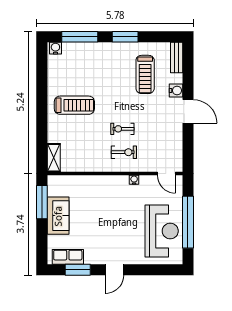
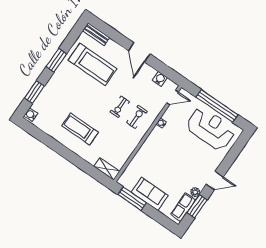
window: (80, 37) -> (34, 92), width x0.69
treadmill: (145, 74) -> (93, 64), width x1.37, depth x1.38
water cooler: (176, 90) -> (160, 79), moved
treadmill: (74, 105) -> (80, 129), turned -90
door: (188, 111) -> (139, 52), swing flipped
plant: (90, 259) -> (195, 192), added
door: (114, 270) -> (215, 181), hinge flipped

